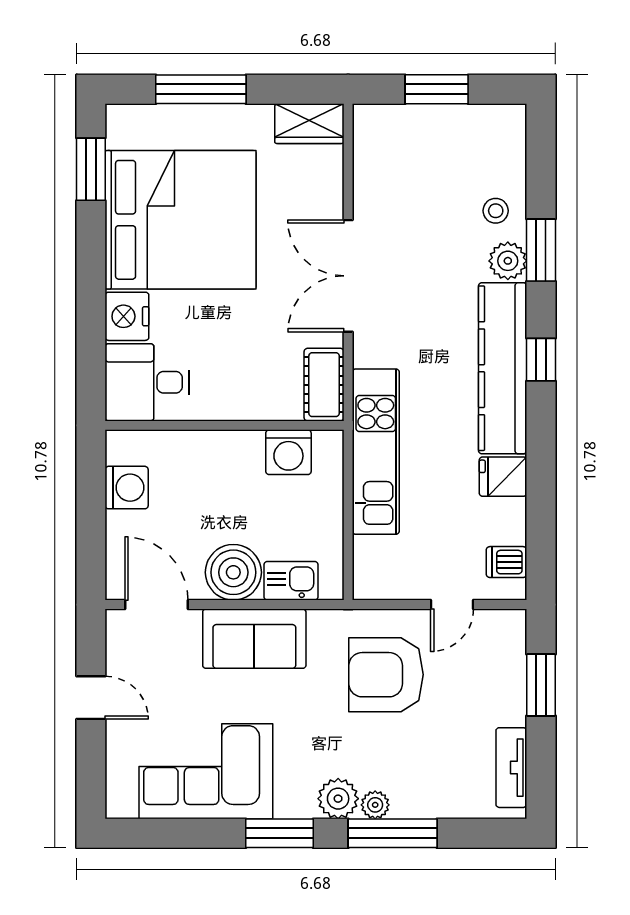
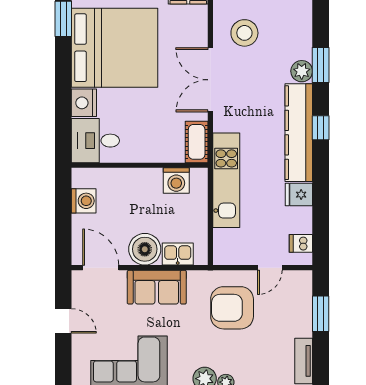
stool: (496, 211) -> (244, 33), moved, width x1.89, depth x1.89

